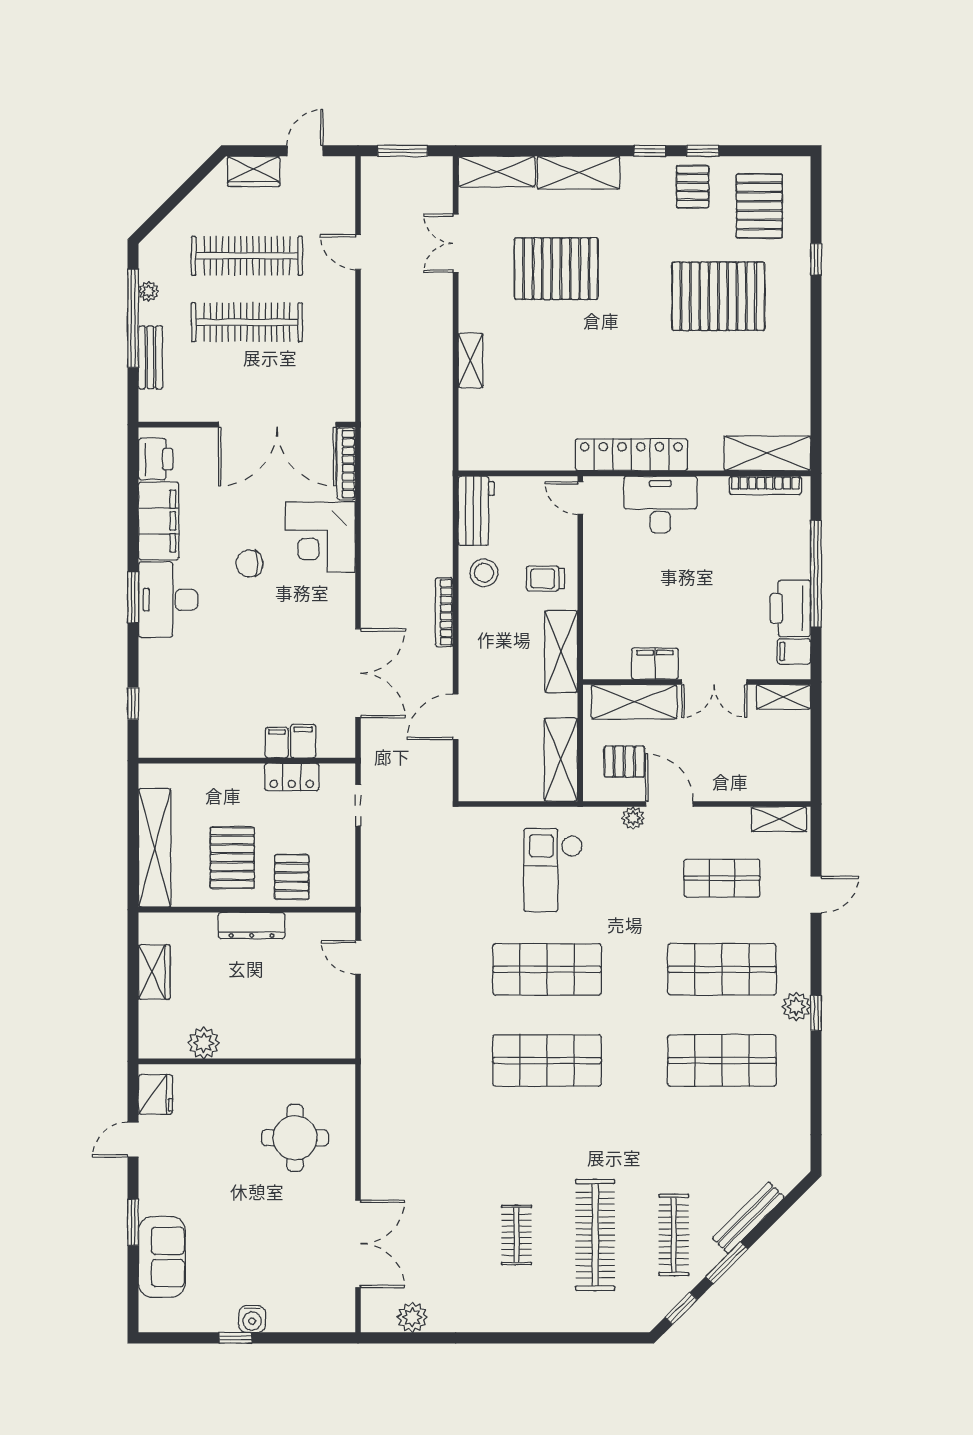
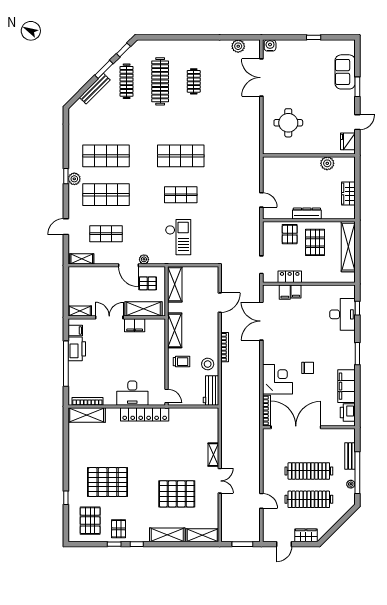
double door: (456, 243) -> (220, 481), moved
desk: (168, 600) -> (342, 314), moved
shop shelf: (547, 969) -> (181, 195), width x0.70, depth x0.74
water cooler: (252, 1319) -> (270, 45), moved

